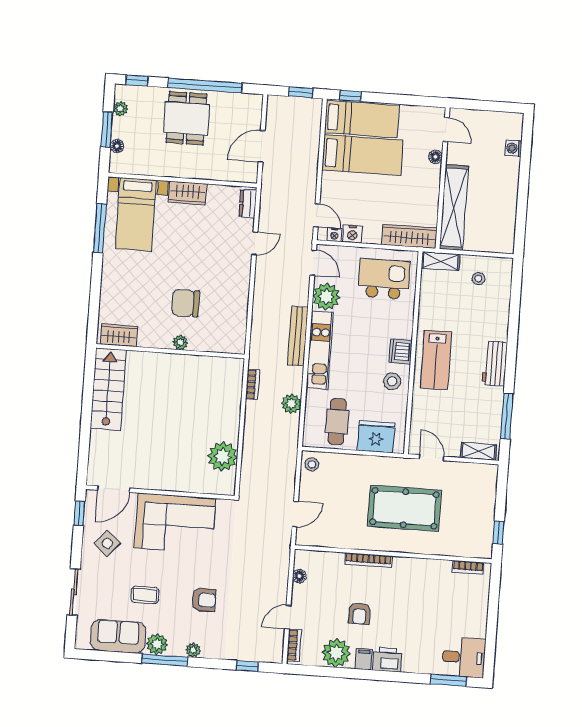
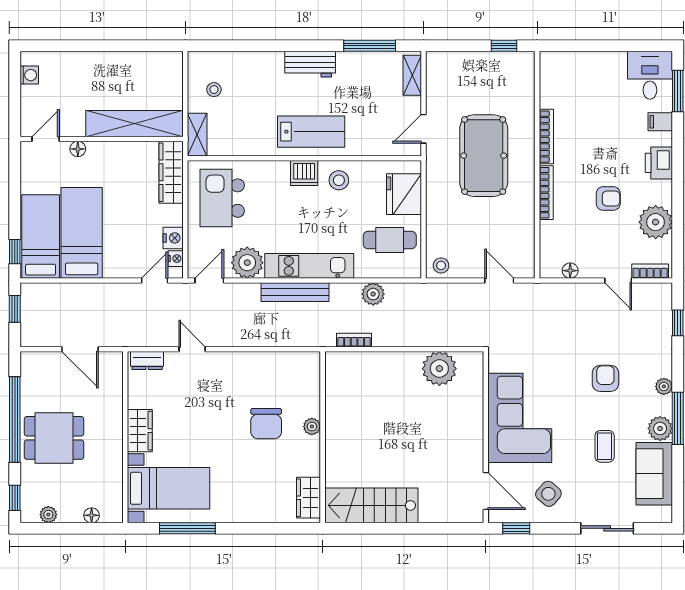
window: (107, 130) -> (73, 528), removed
washing machine: (513, 148) -> (29, 75), moved, turned -90
bookcase: (468, 567) -> (546, 137), moved, width x1.56
filing cabinet: (364, 659) -> (660, 122), moved

